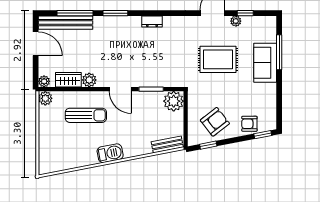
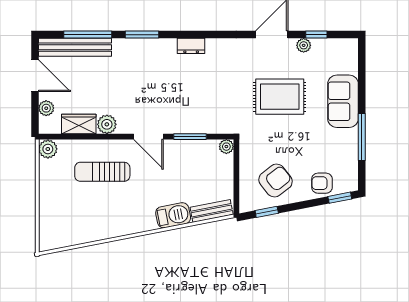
window: (279, 52) -> (362, 137), moved
plant: (44, 81) -> (46, 108), moved
plant: (174, 101) -> (226, 147), width x0.53, depth x0.53
sun lounger: (86, 115) -> (102, 172), turned 180
barbecue: (110, 153) -> (173, 215), moved

